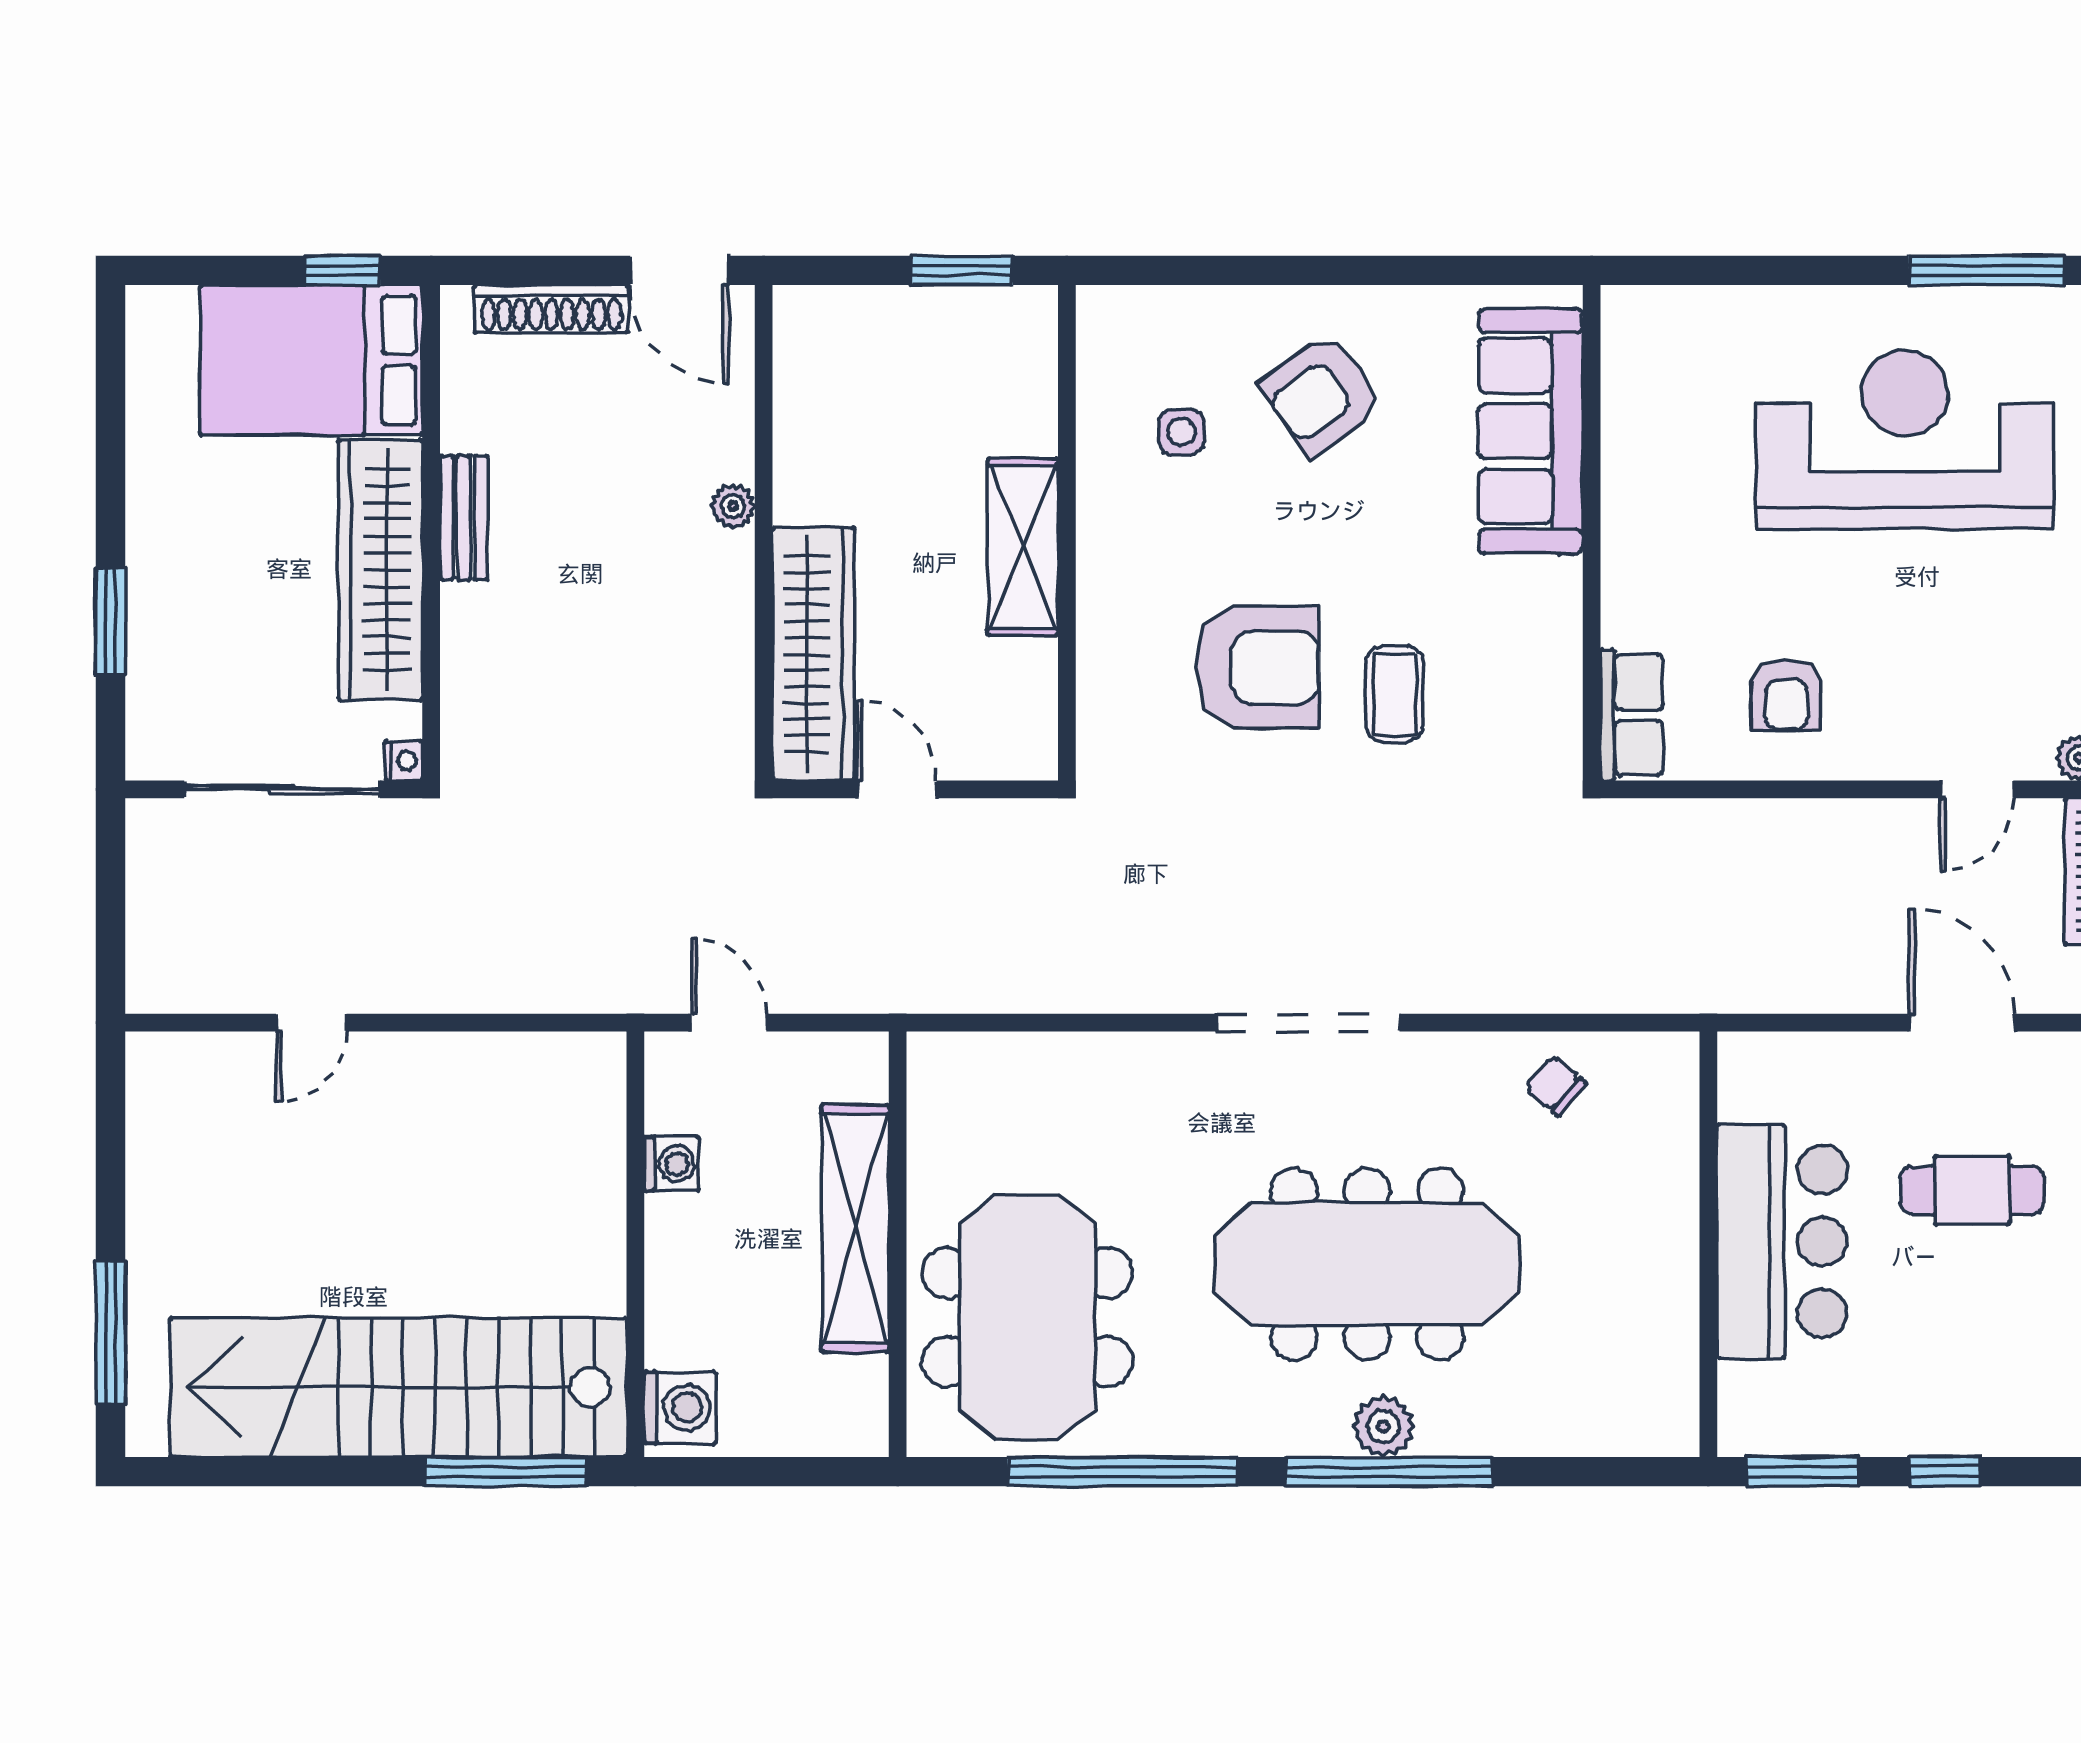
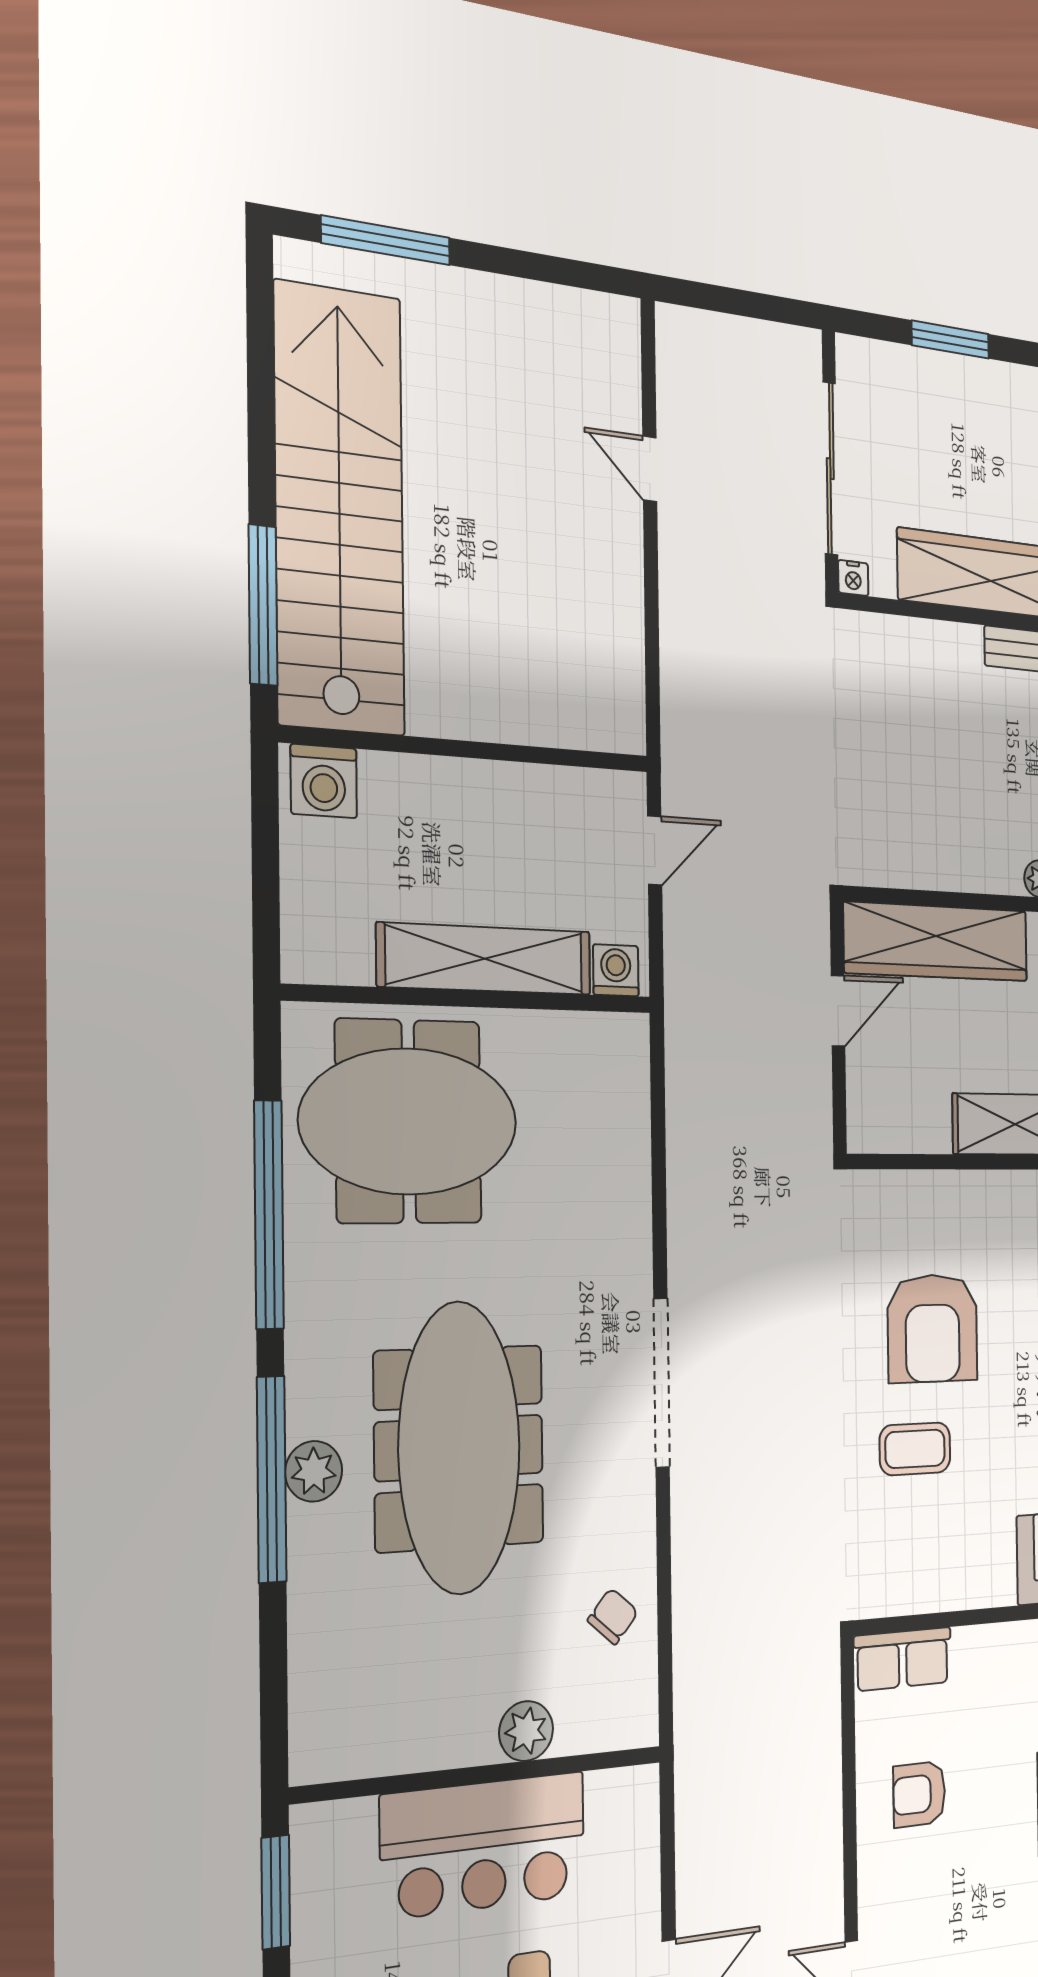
washing machine: (671, 1164) -> (616, 970), moved, turned 180
plant: (1668, 1191) -> (526, 1731), added

